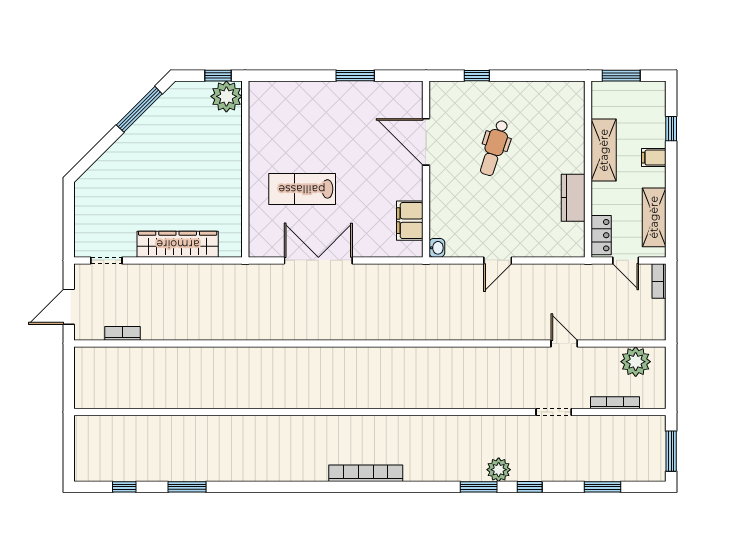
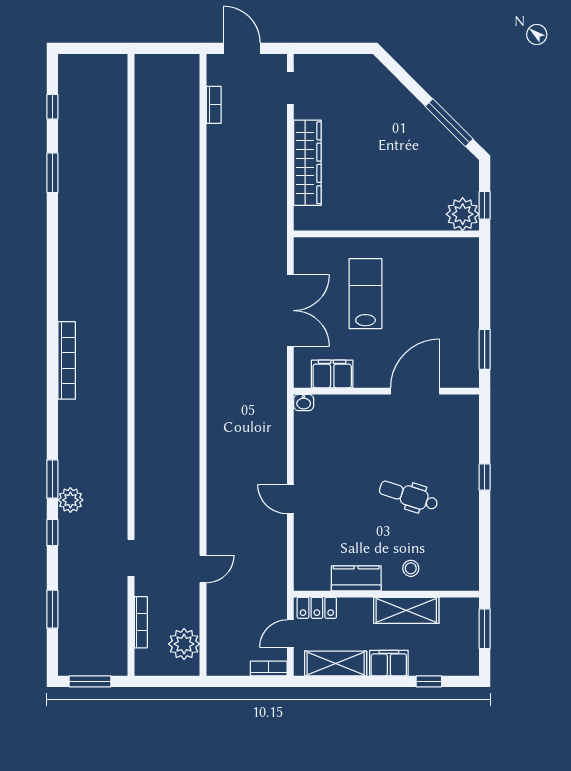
door: (426, 142) -> (415, 391), moved
stool: (564, 146) -> (411, 568), added
filing cabinet: (654, 158) -> (389, 663), width x2.00
wall: (426, 169) -> (386, 391), moved
filing cabinet: (410, 221) -> (332, 374), moved
washbasin: (437, 248) -> (304, 402), moved

